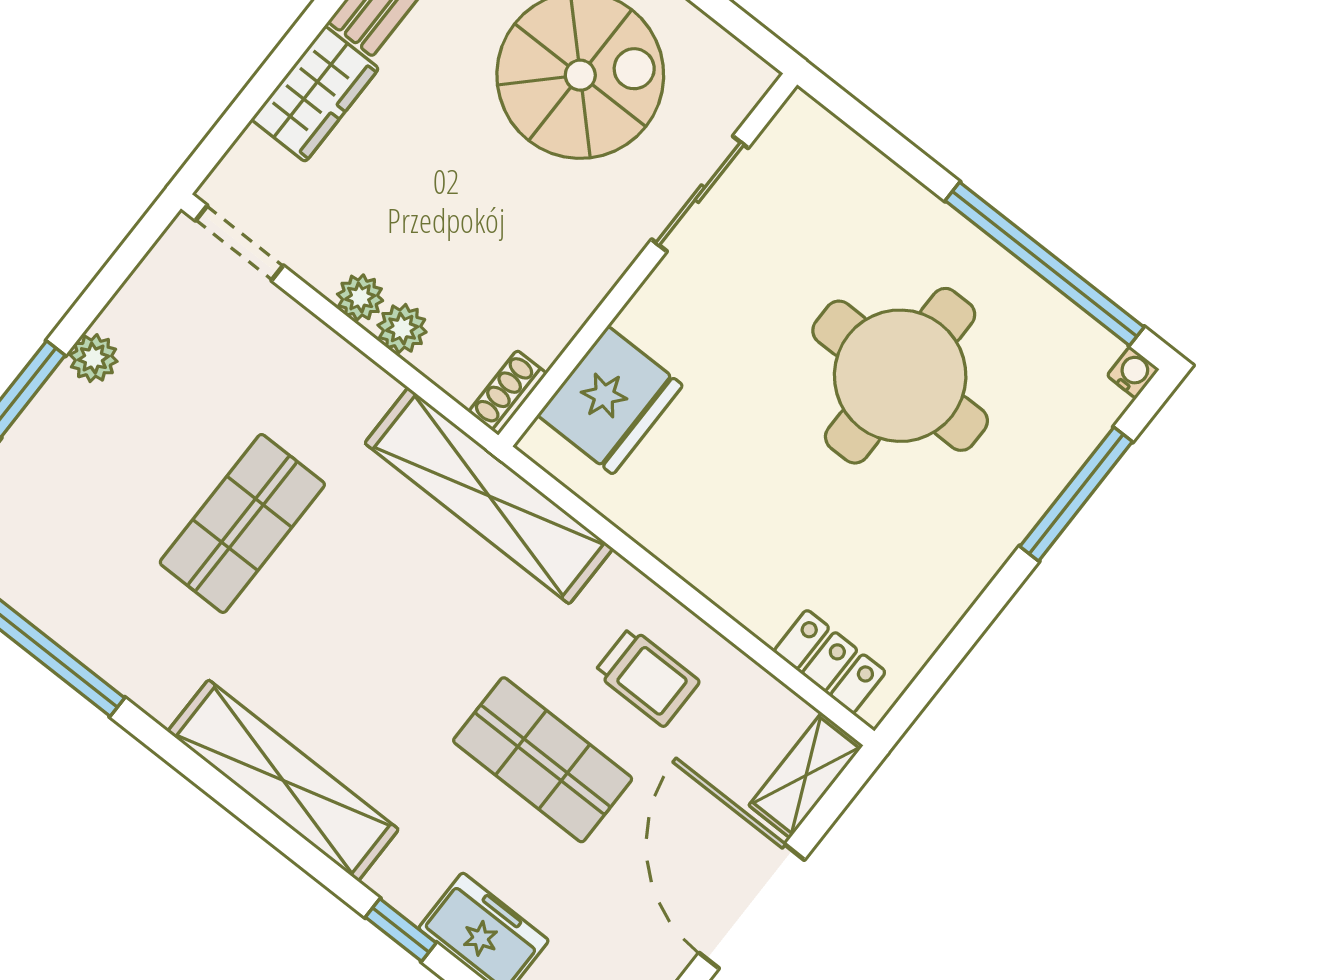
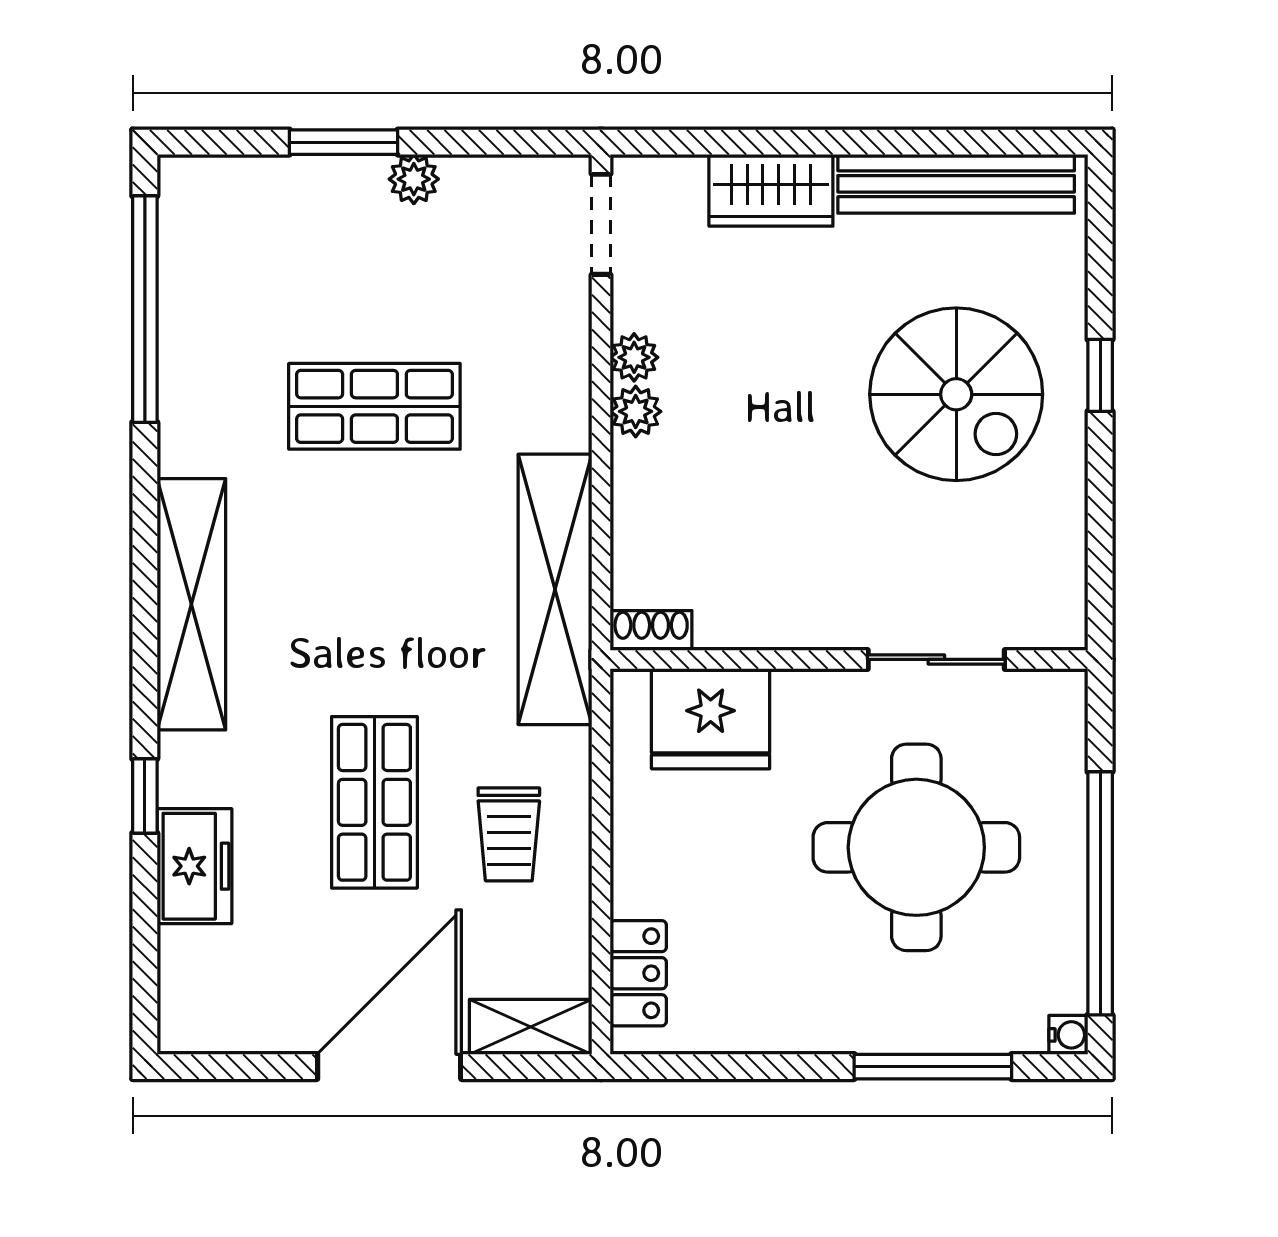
sliding door: (700, 194) -> (936, 659), moved
wall: (648, 260) -> (849, 659), moved
shoe rack: (508, 393) -> (651, 630), moved
fridge: (610, 400) -> (711, 719), moved

